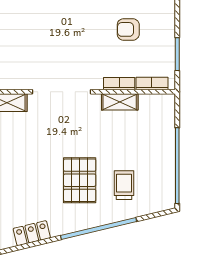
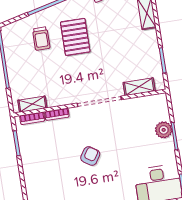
armchair: (128, 29) -> (90, 156), moved, turned -56
shelving: (120, 102) -> (32, 104), moved

